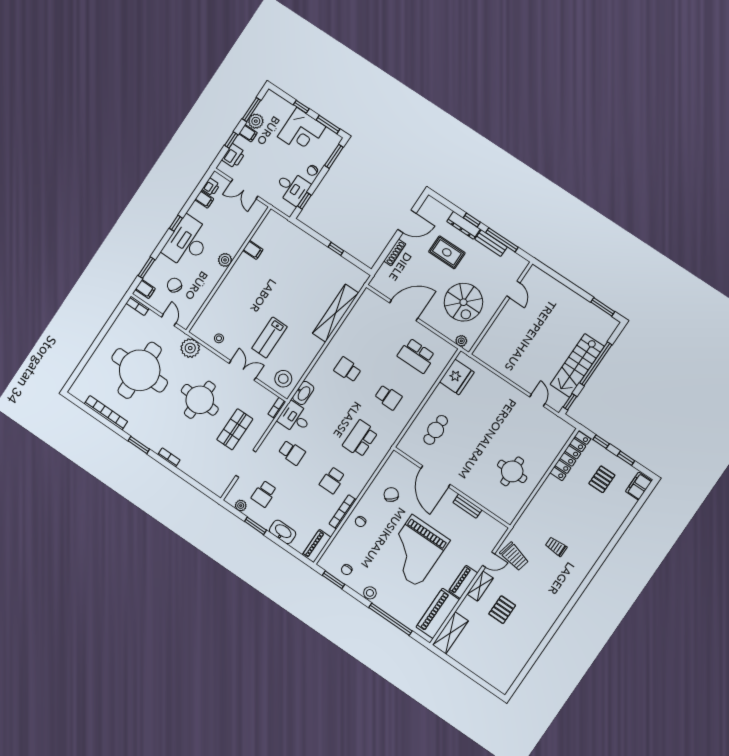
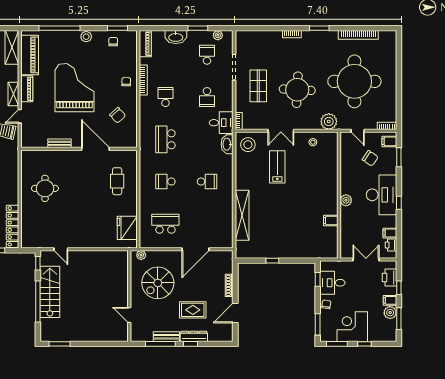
spiral stairs: (463, 302) -> (158, 283), turned -90
school desk: (360, 439) -> (165, 139), turned 180
school desk: (292, 452) -> (207, 97), turned -90

